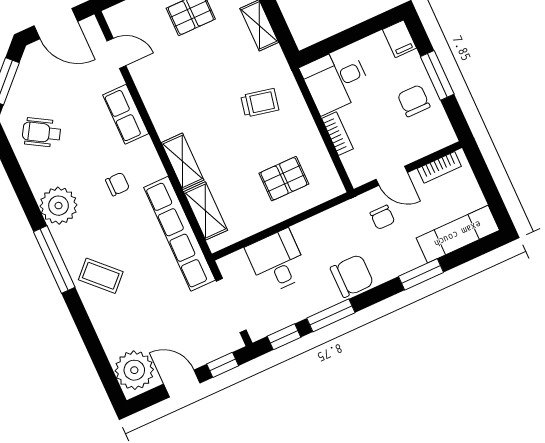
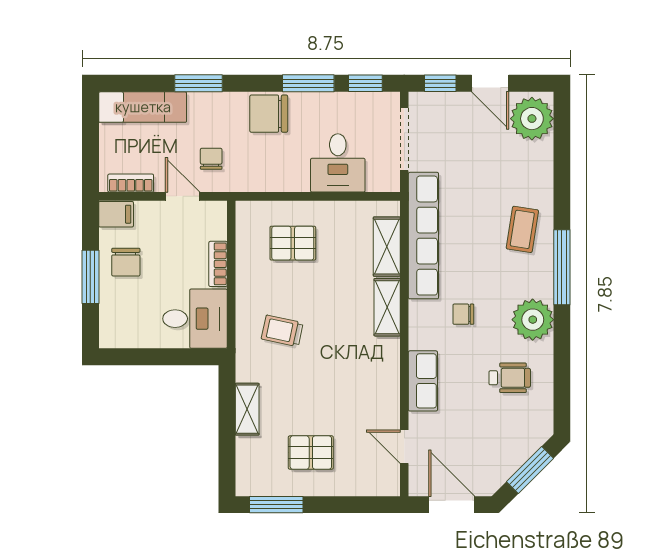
filing cabinet: (399, 39) -> (116, 214), moved, turned 90
wheelchair: (42, 133) -> (510, 378), moved, turned -31
coffee table: (101, 276) -> (522, 229), turned 54

